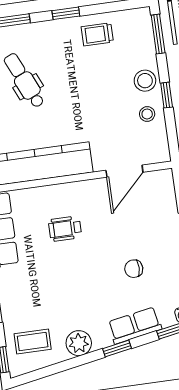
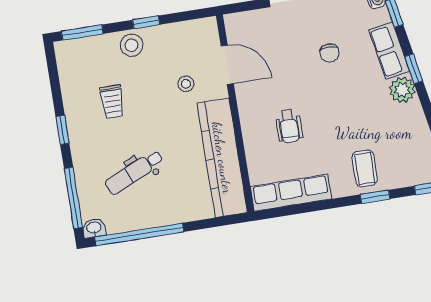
trolley: (97, 34) -> (112, 102), moved
stool: (147, 114) -> (186, 84), moved
coffee table: (33, 341) -> (365, 168), moved
plant: (79, 343) -> (402, 90), moved

